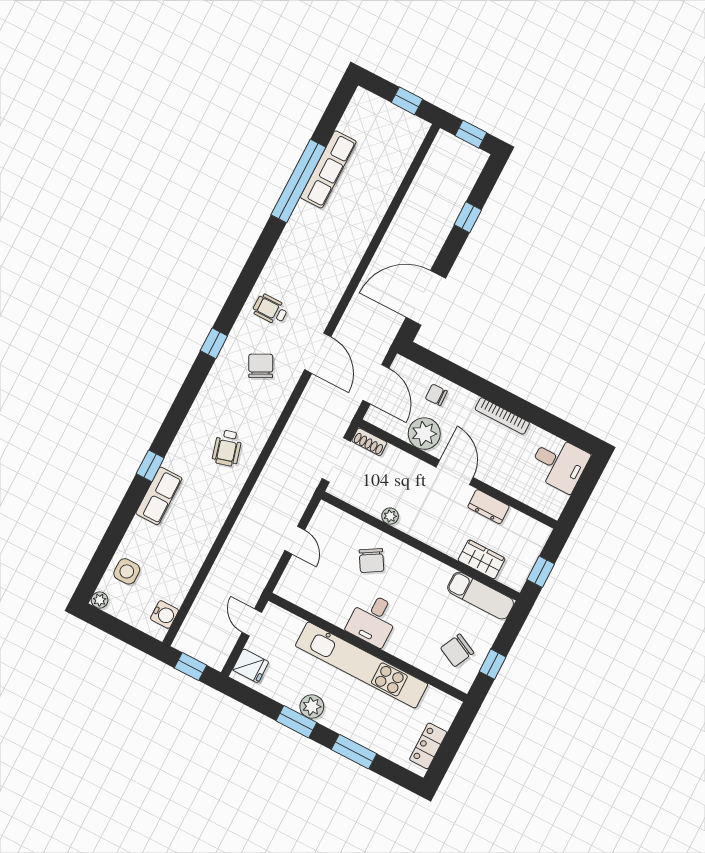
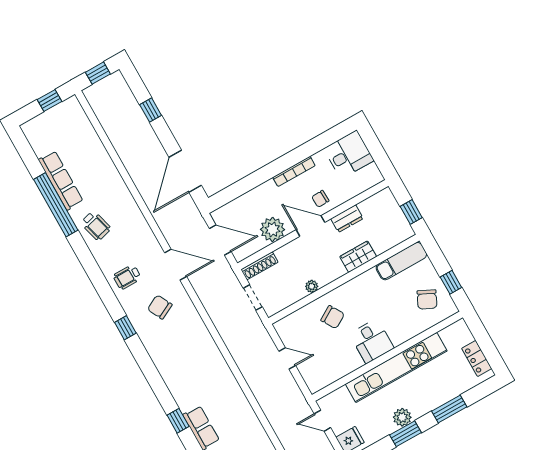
chair: (436, 395) -> (320, 199), moved
shoe rack: (369, 442) -> (259, 266), width x1.43
wheelchair: (227, 448) -> (96, 226), moved
doorway: (336, 460) -> (253, 298), width x0.73
wardrobe: (482, 559) -> (358, 257), moved

